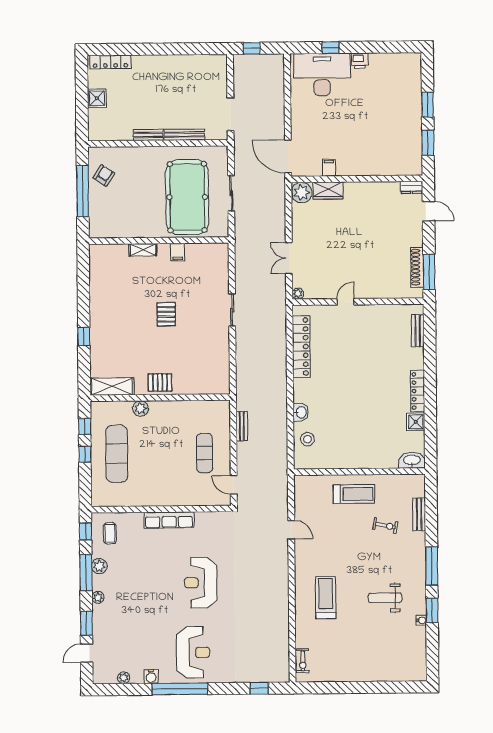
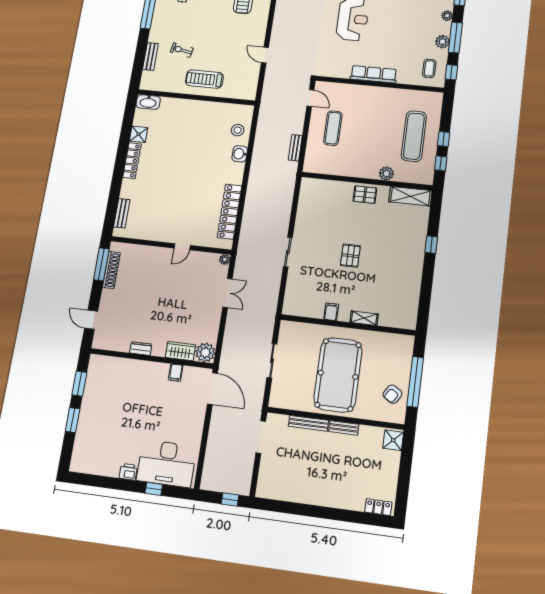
locker: (110, 62) -> (378, 507), width x0.66
shower: (97, 98) -> (393, 440), moved
dresser: (412, 187) -> (141, 348), moved
pool table: (187, 197) -> (338, 375), moved

